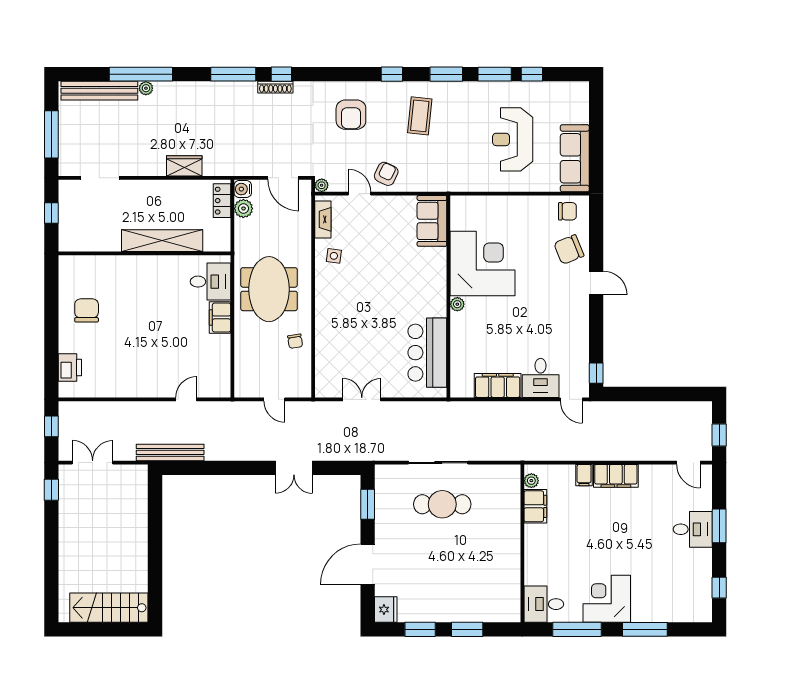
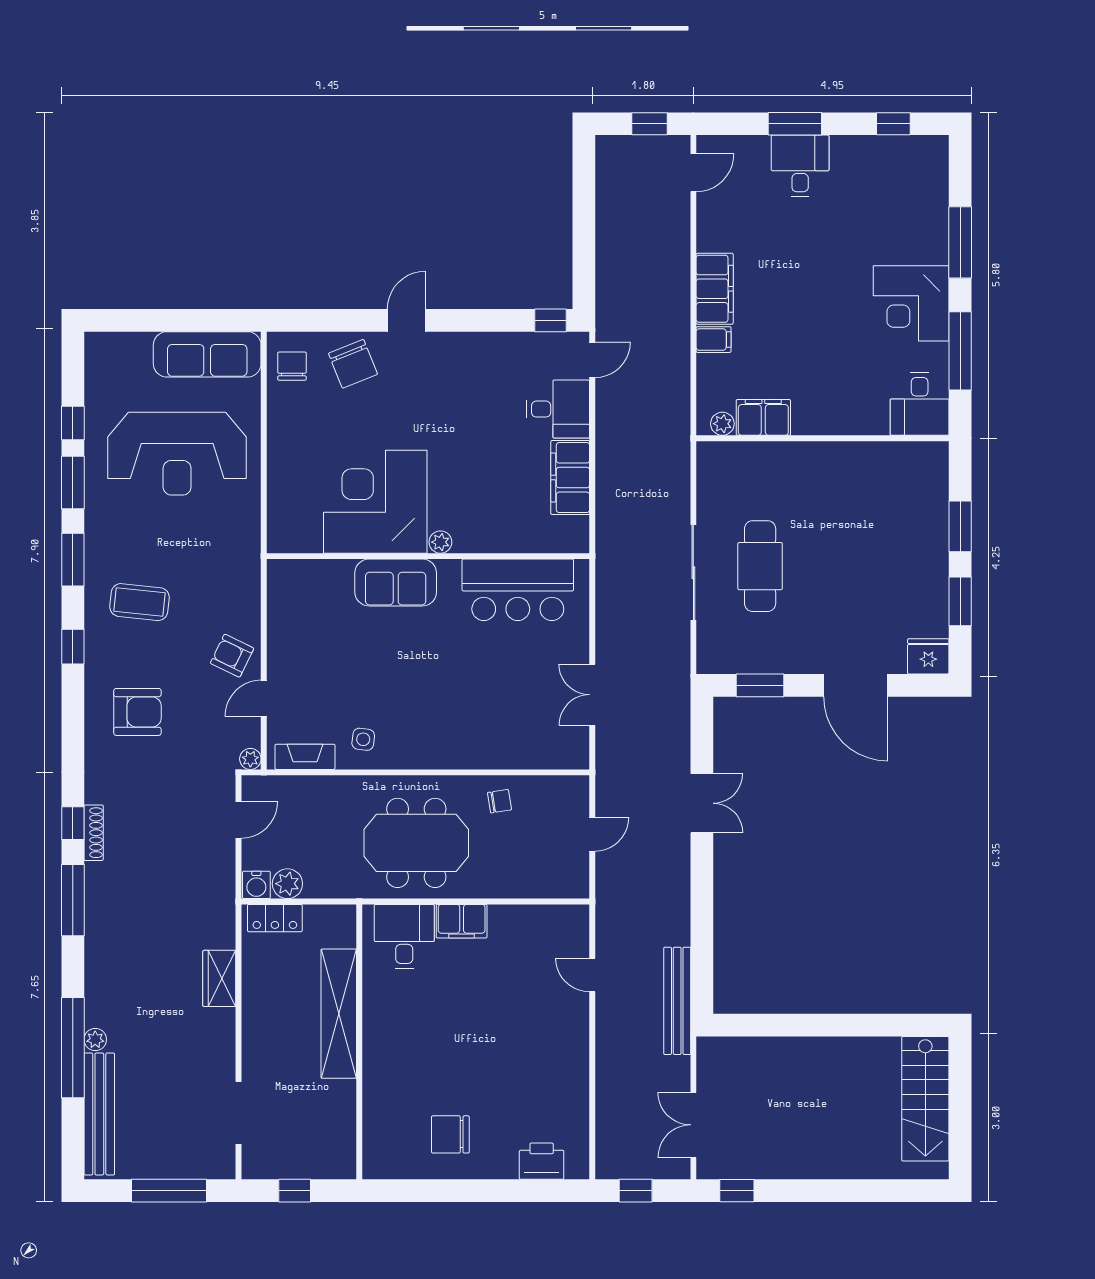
reception desk: (513, 139) -> (177, 454), width x1.36, depth x1.30
door: (283, 178) -> (239, 820), width x0.73
sofa: (432, 221) -> (396, 582), moved

